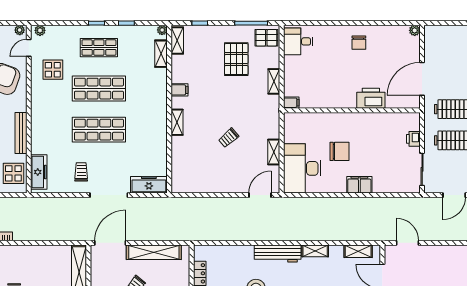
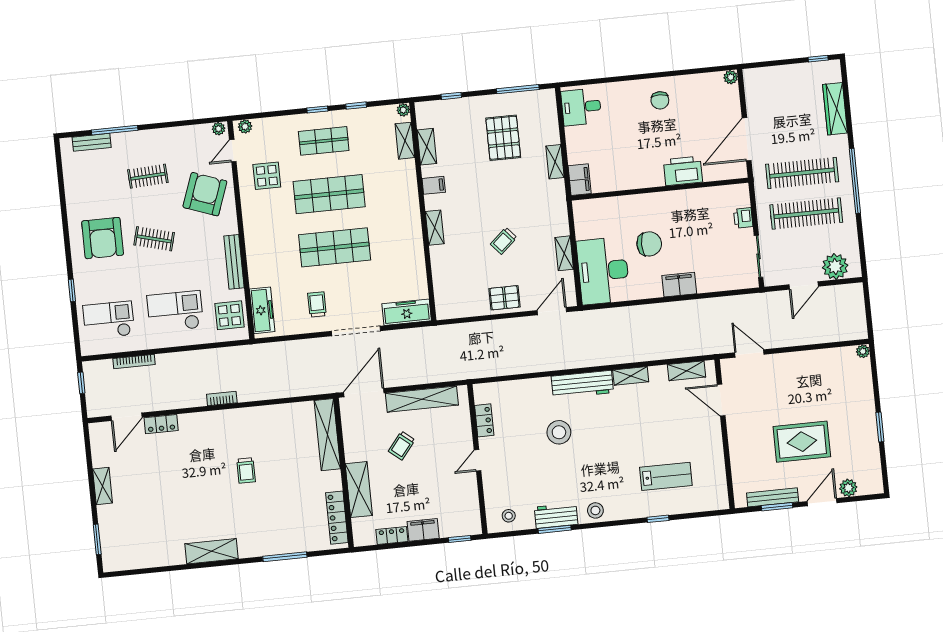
pallet: (266, 38) -> (504, 298), moved
shelving: (177, 41) -> (427, 147), moved
filing cabinet: (291, 103) -> (580, 180), width x2.00

